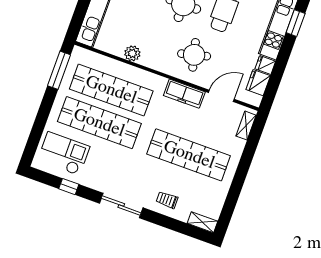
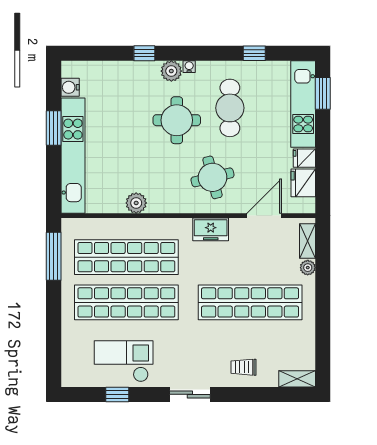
freezer: (184, 94) -> (211, 229), width x0.71
plant: (239, 145) -> (308, 268), added
checkout: (64, 154) -> (124, 361), moved
sliding door: (121, 206) -> (190, 394), width x0.73

